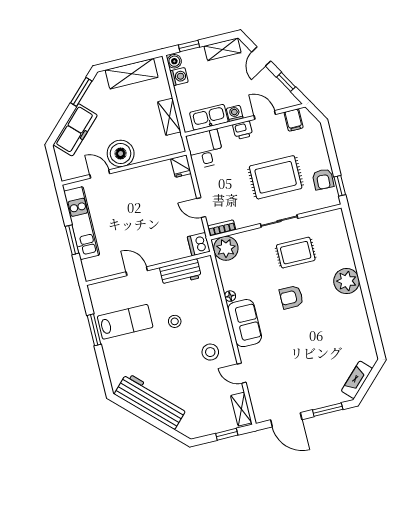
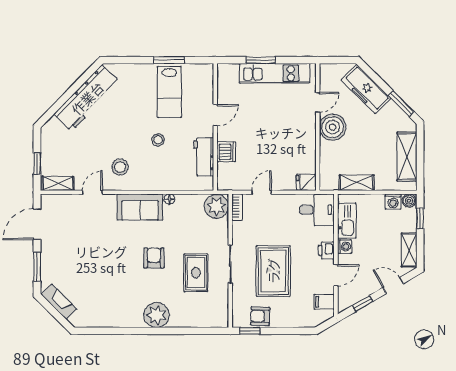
dishwasher: (199, 244) -> (226, 152), moved, turned 90

